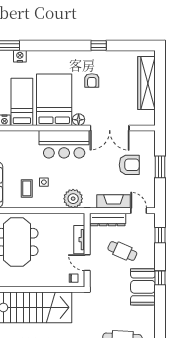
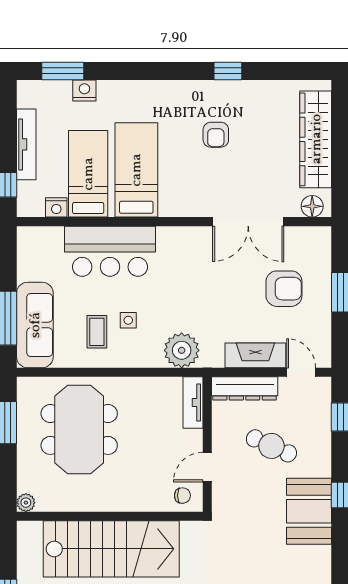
bed: (54, 100) -> (136, 170), width x0.67
floor lamp: (79, 120) -> (312, 206), moved
bar counter: (64, 144) -> (110, 251), moved
tv unit: (79, 240) -> (193, 403), moved
door: (87, 263) -> (207, 467), hinge flipped

